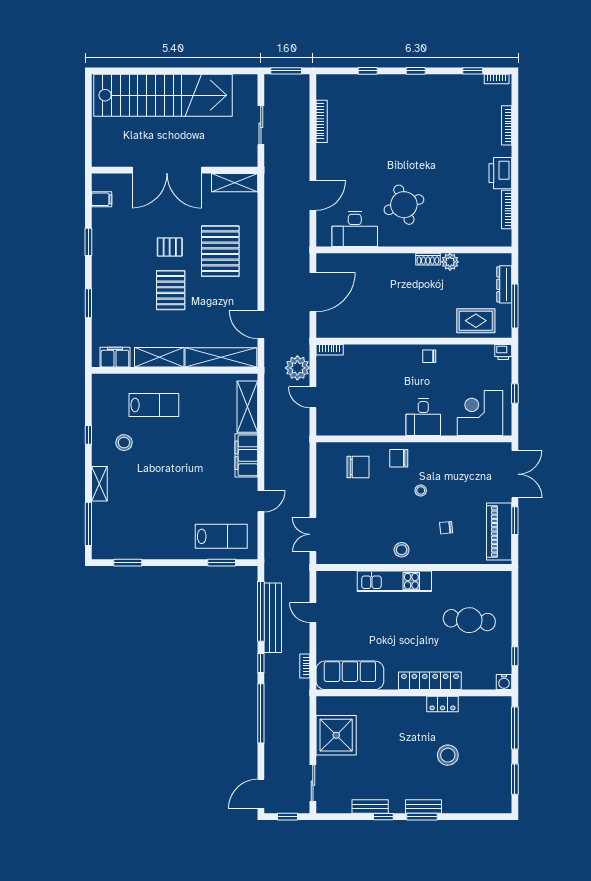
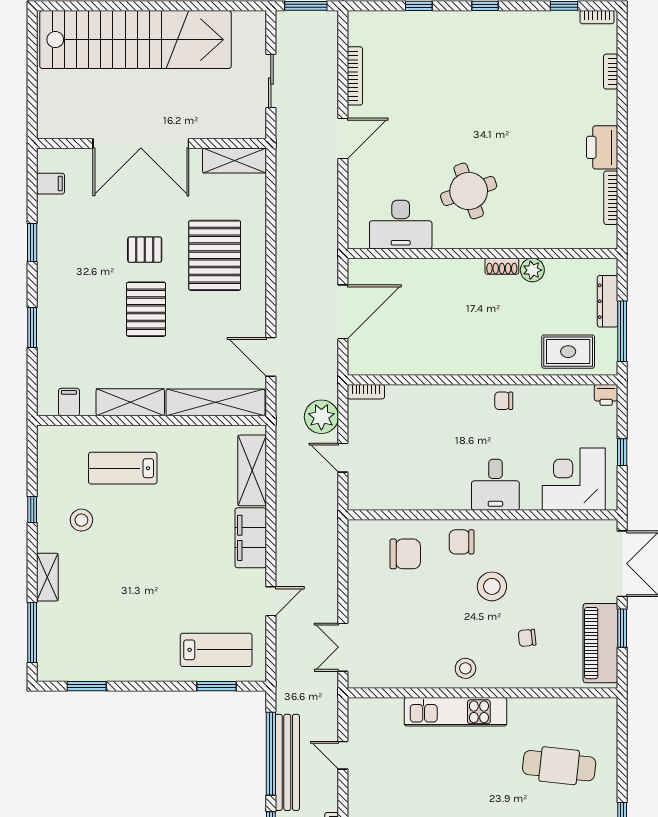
bookcase: (507, 125) -> (611, 72), width x0.64
door: (313, 195) -> (343, 138), moved
filing cabinet: (115, 357) -> (69, 402), width x0.50
lab bench: (154, 405) -> (123, 468), turned 180
stool: (421, 490) -> (492, 586), width x1.89, depth x1.89

